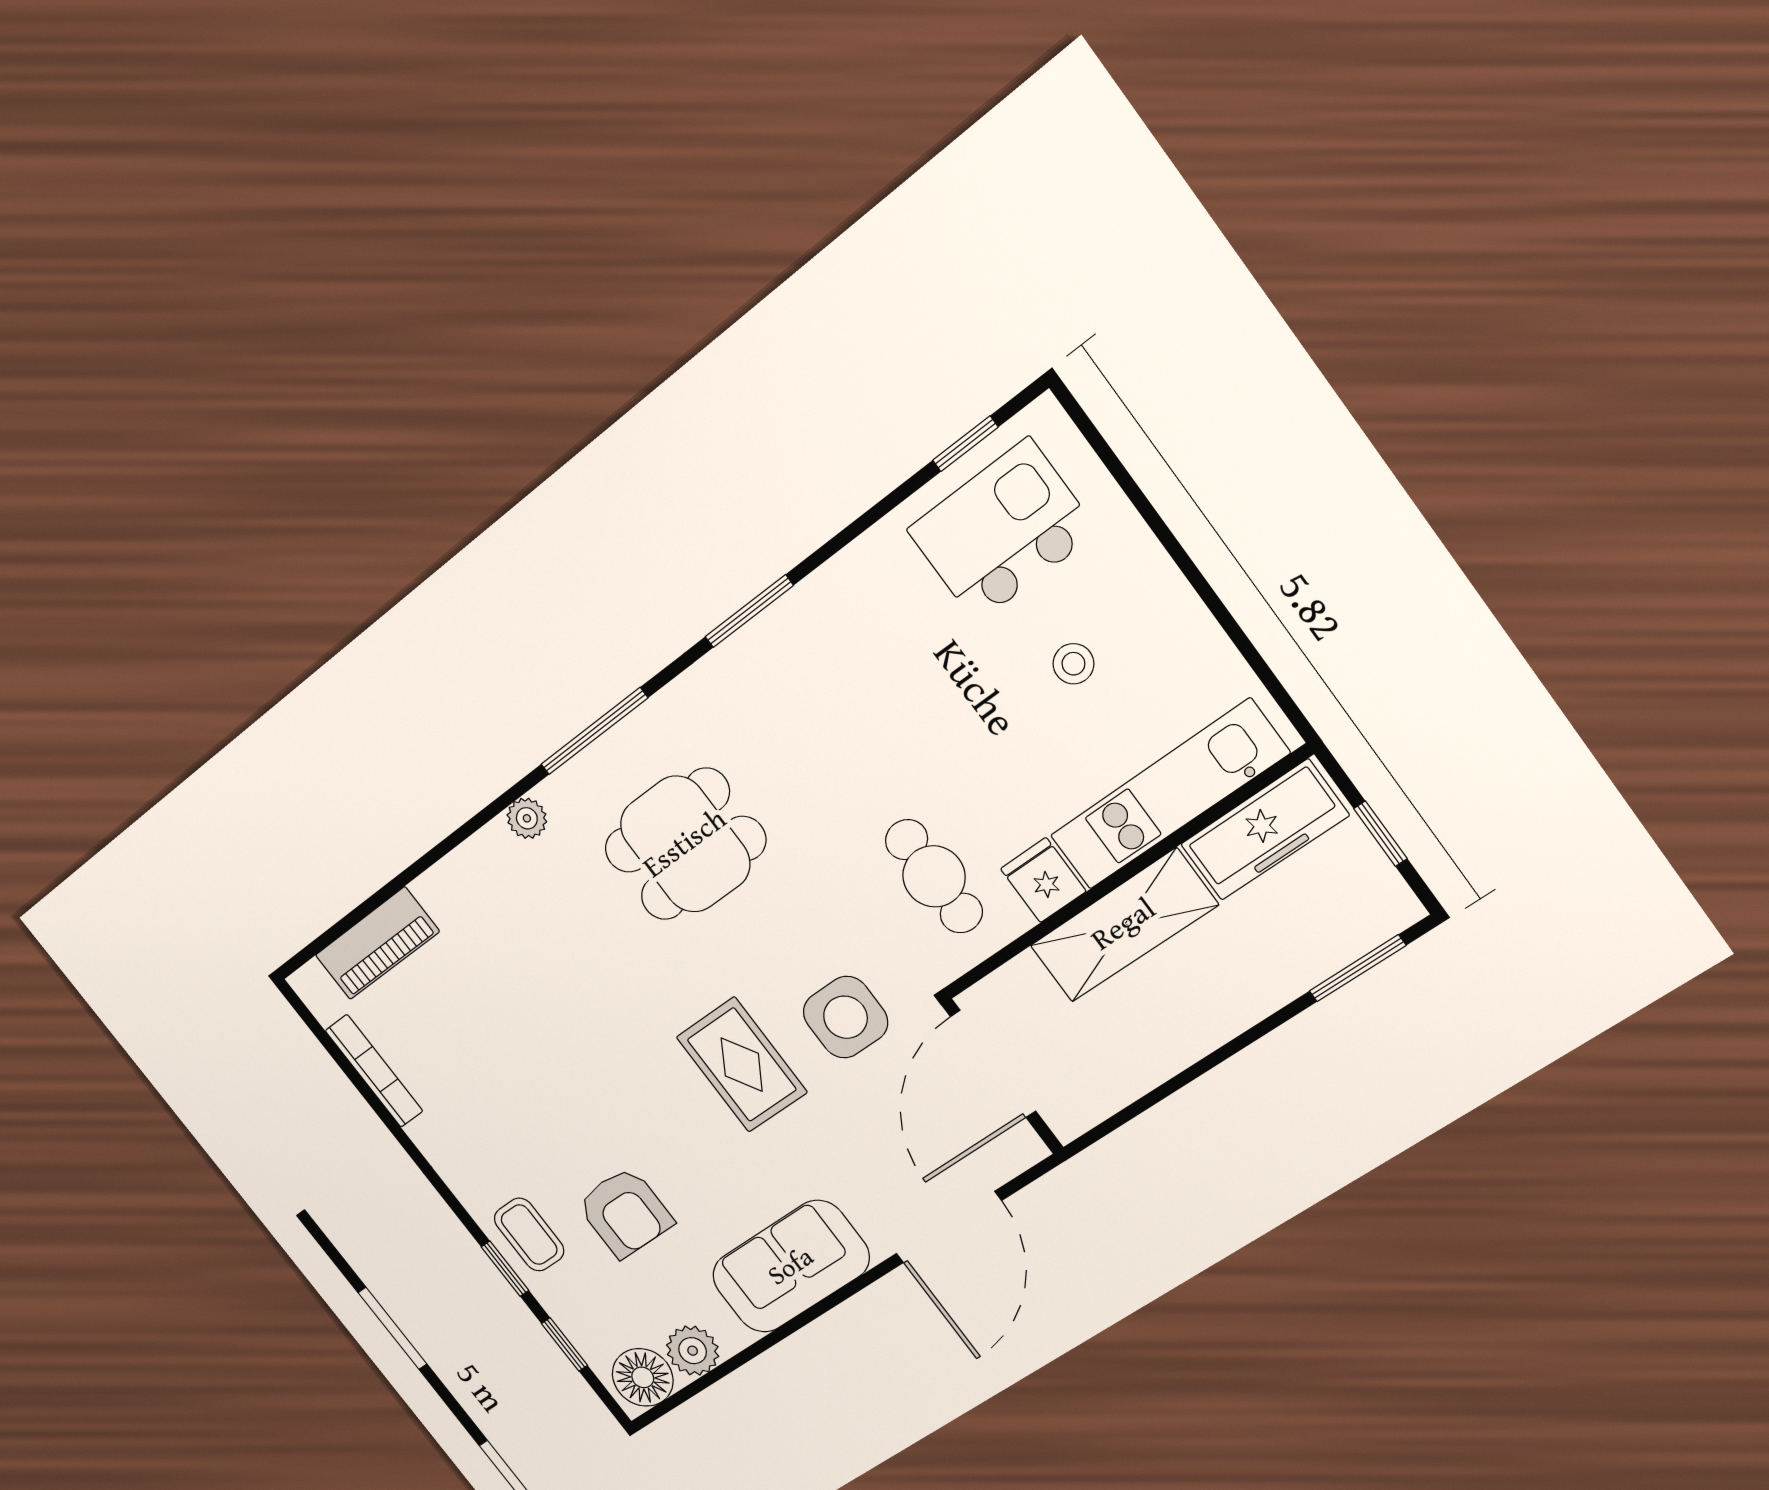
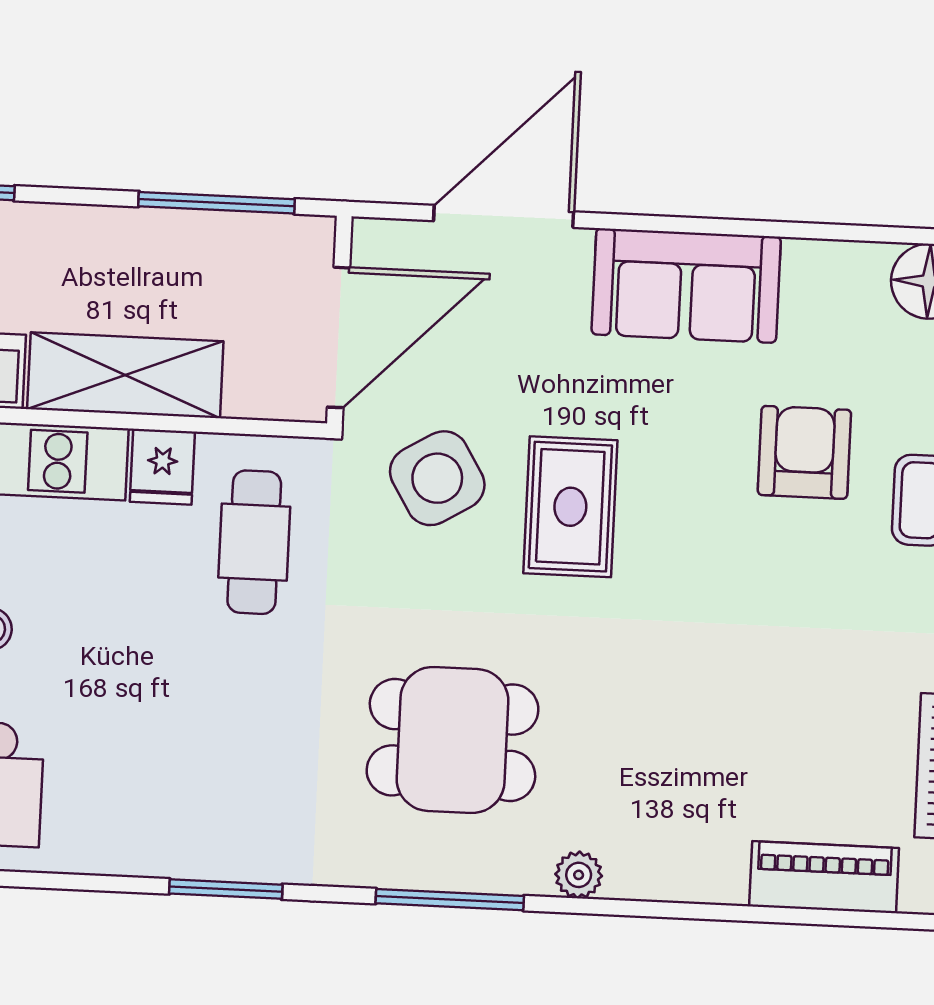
side table: (845, 1017) -> (437, 478), turned -31
window: (1157, 1095) -> (216, 203), added
plant: (693, 1351) -> (854, 272), removed

